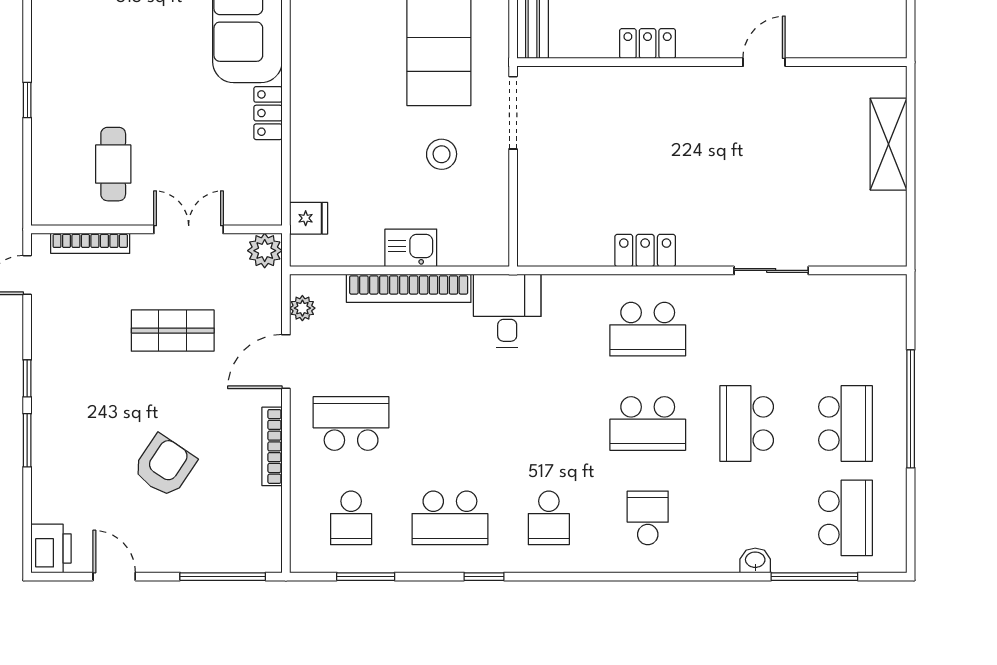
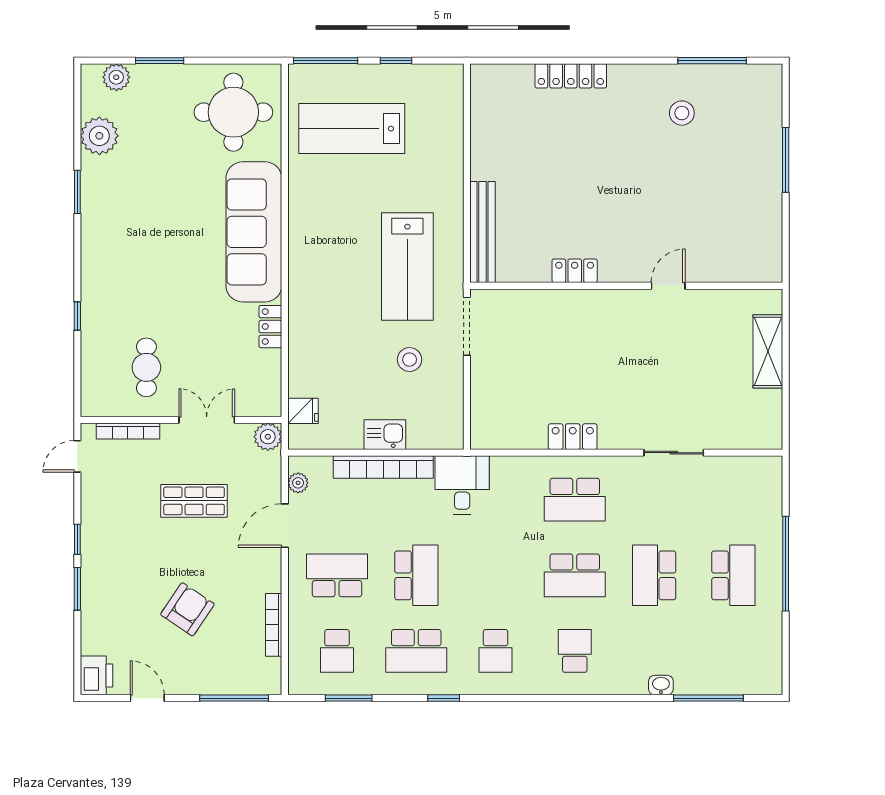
bookcase: (272, 446) -> (274, 625), moved
school desk: (845, 518) -> (416, 575), moved

